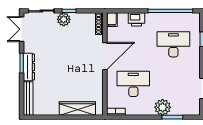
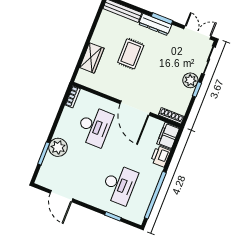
filing cabinet: (112, 20) -> (168, 136), width x2.00
rug: (61, 78) -> (131, 54), added
wardrobe: (77, 109) -> (92, 58), width x0.67

